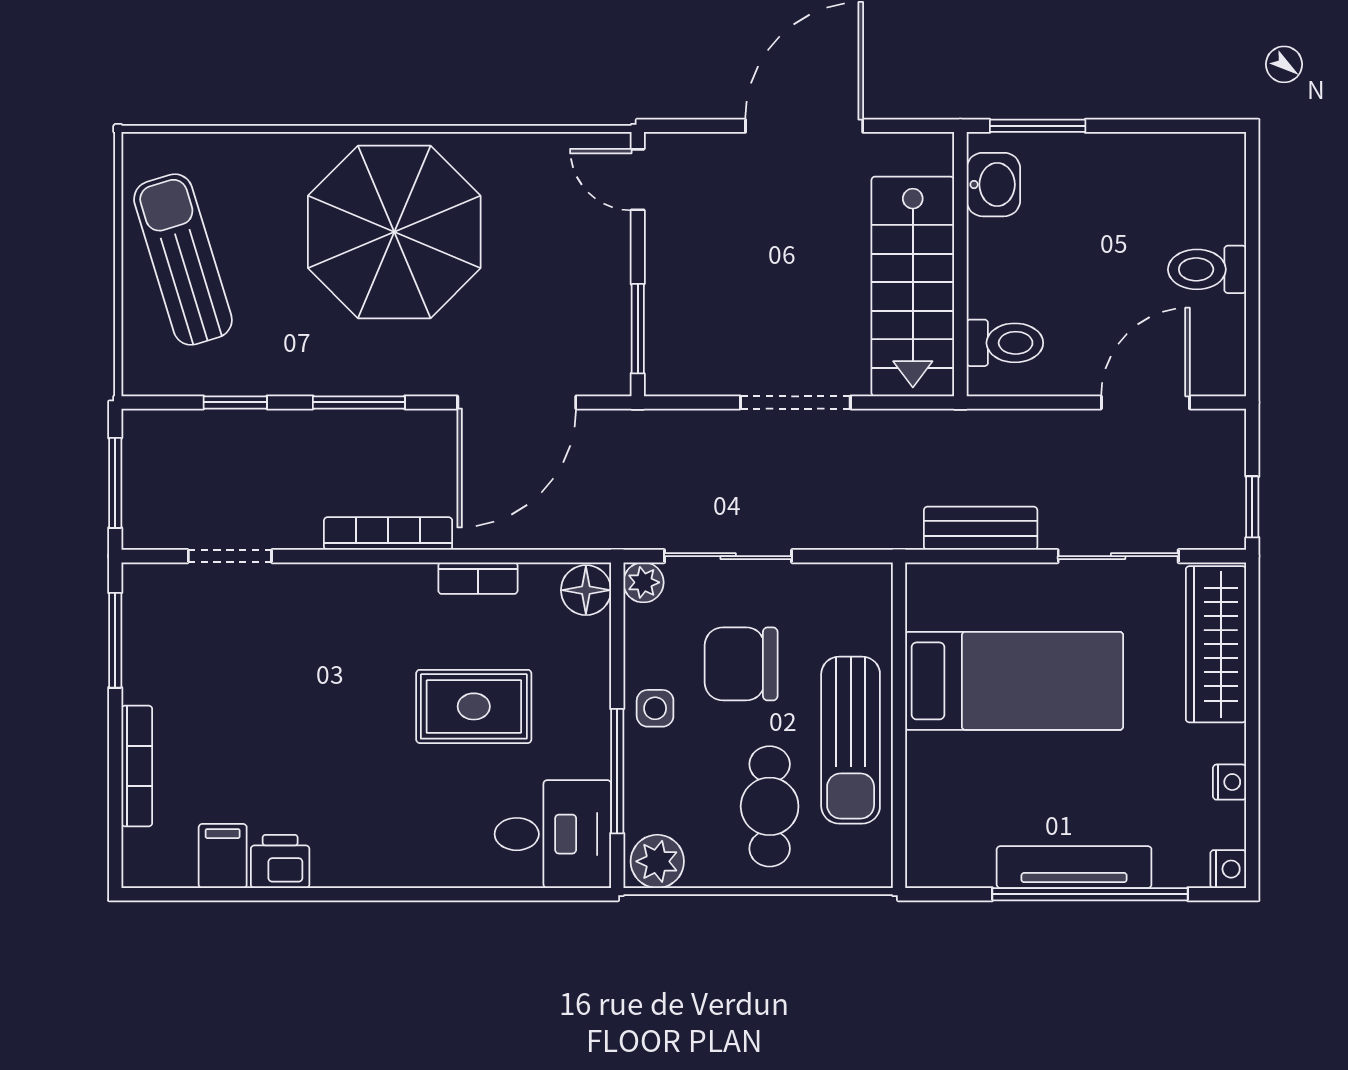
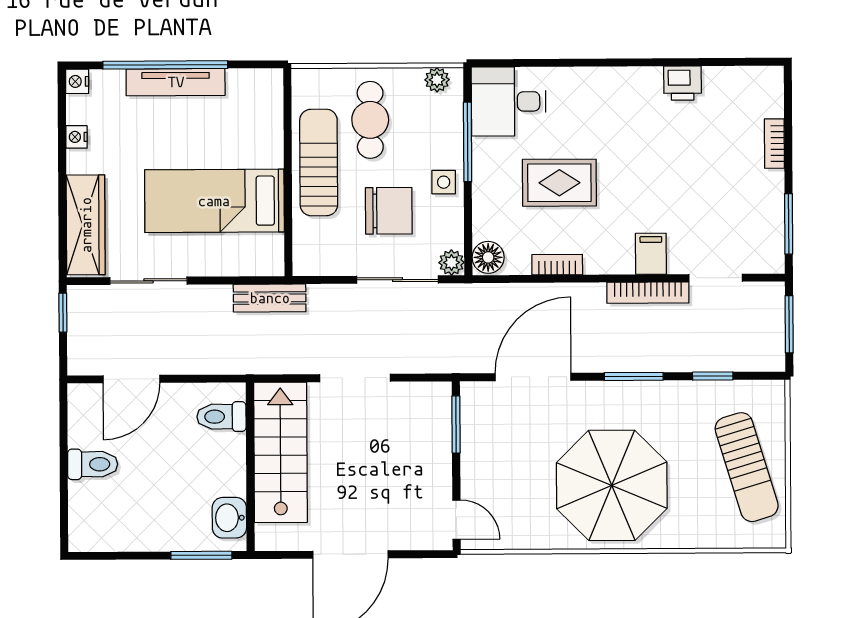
bench: (981, 528) -> (270, 298), moved
bookcase: (388, 534) -> (648, 293), moved
bookcase: (137, 766) -> (774, 144), width x0.64
filing cabinet: (223, 856) -> (651, 254), moved, turned 180
plant: (657, 861) -> (437, 80), width x0.73, depth x0.73

